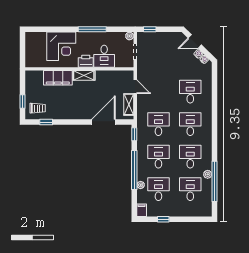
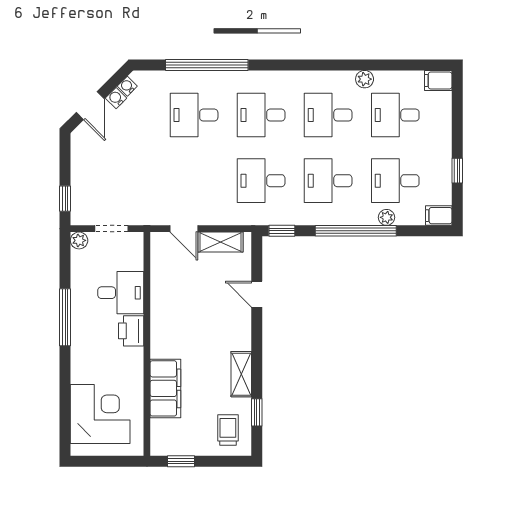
corner desk: (61, 46) -> (100, 414), moved
shelving: (84, 75) -> (241, 374), moved
door: (135, 87) -> (184, 229), swing flipped
window: (22, 101) -> (181, 461), moved
door: (103, 122) -> (257, 294), width x0.53
window: (215, 181) -> (207, 65), moved
filing cabinet: (207, 210) -> (438, 81), added

